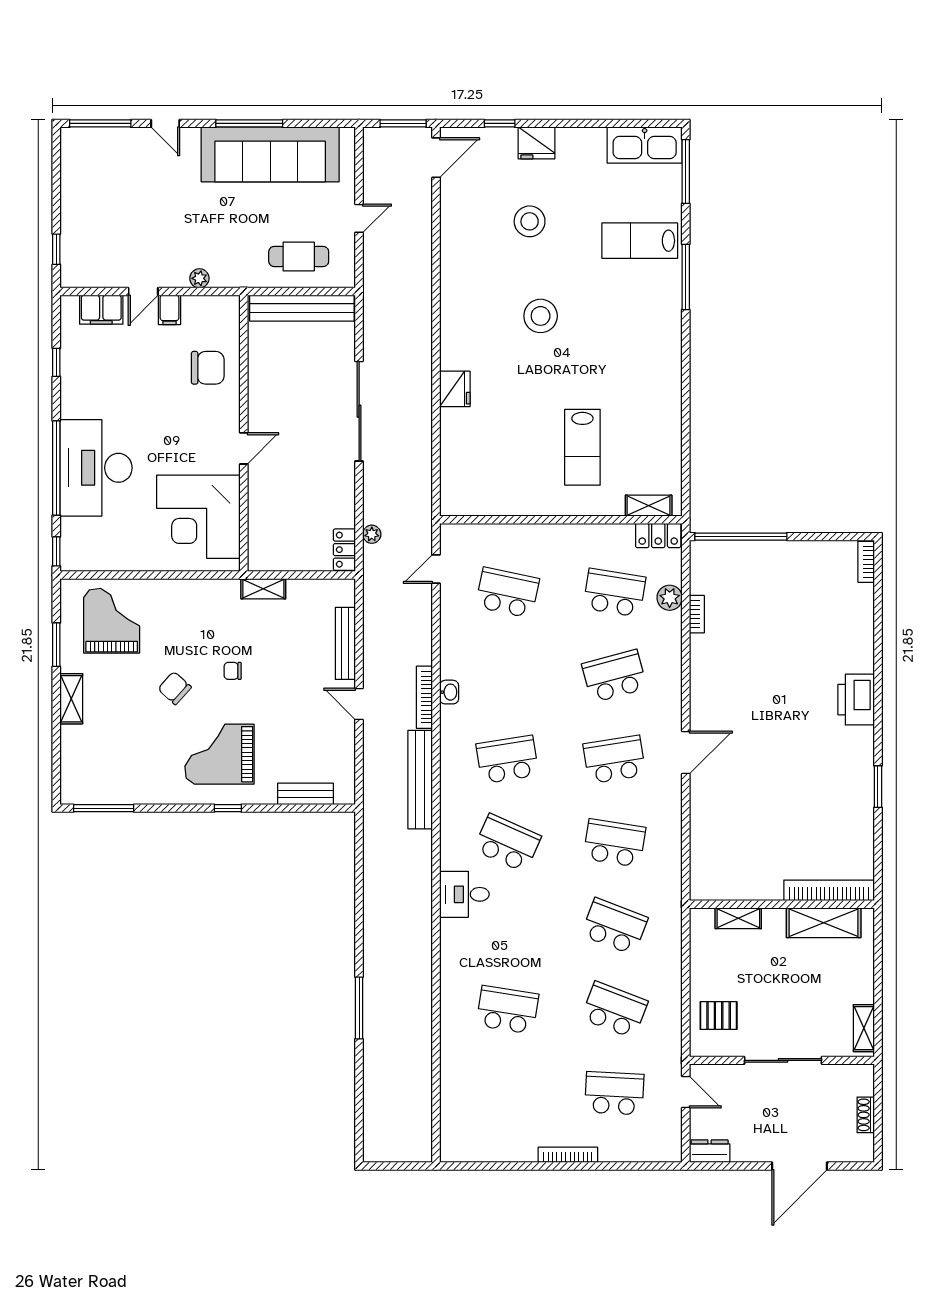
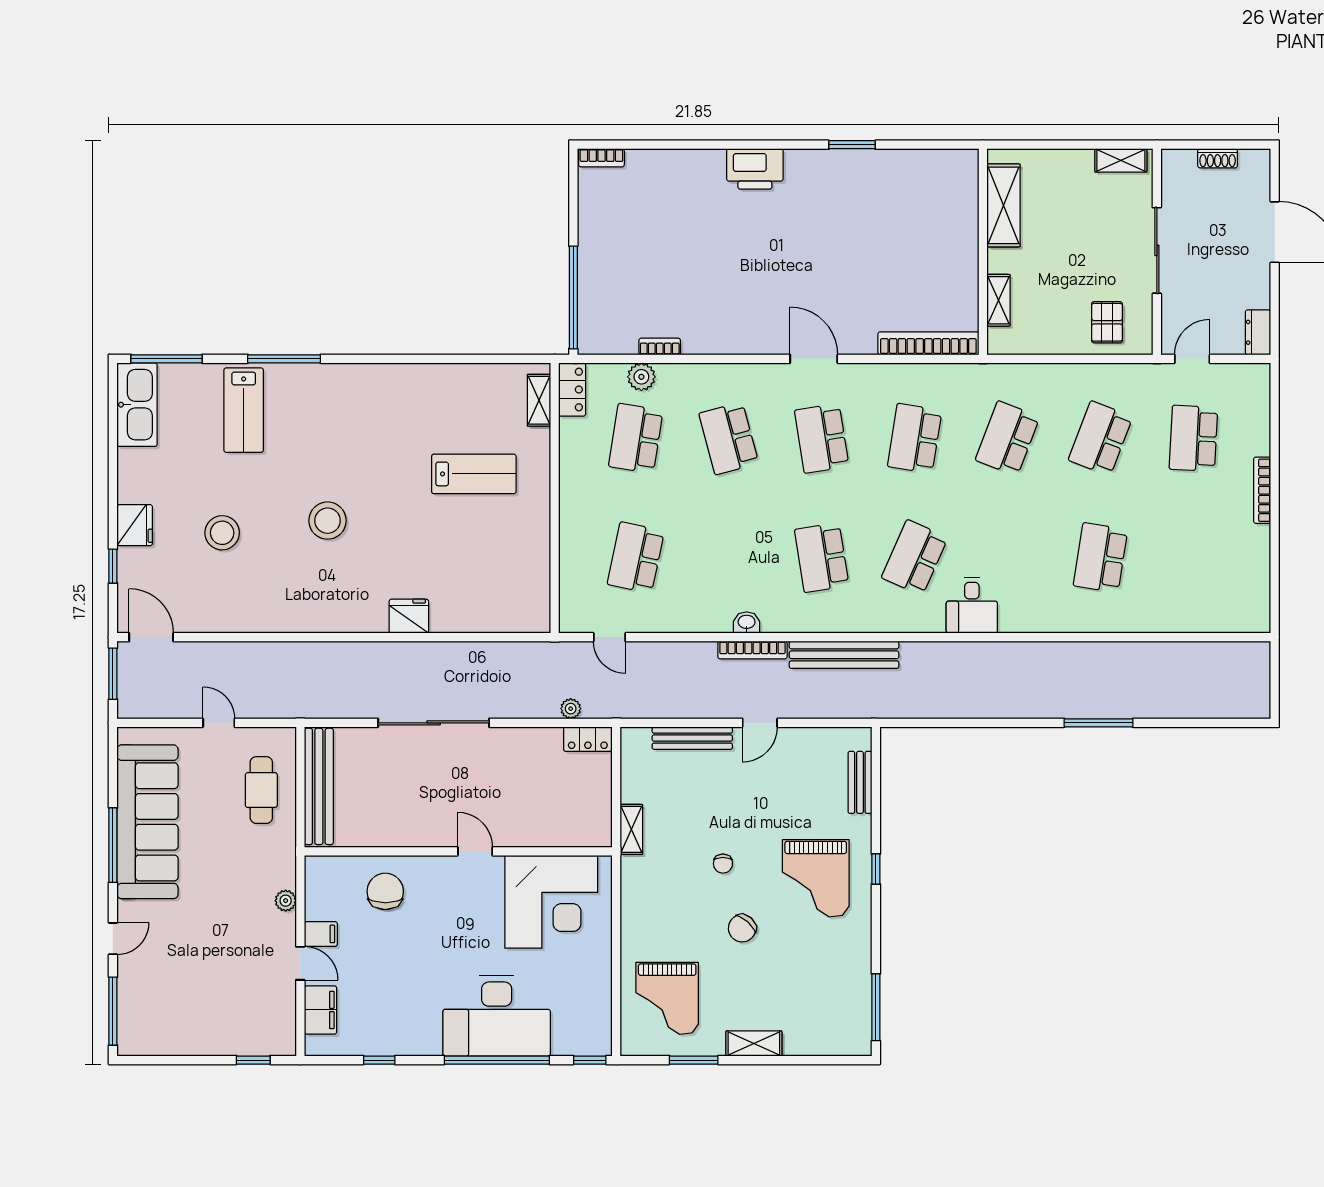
grand piano: (112, 621) -> (667, 998), turned -90
bookcase: (829, 890) -> (928, 343), moved, turned 90

